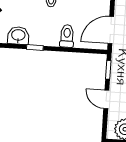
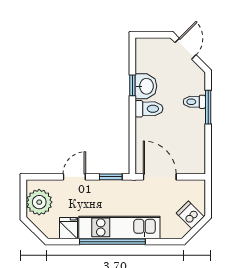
washbasin: (18, 35) -> (146, 86), moved
toilet: (67, 36) -> (149, 109), moved

